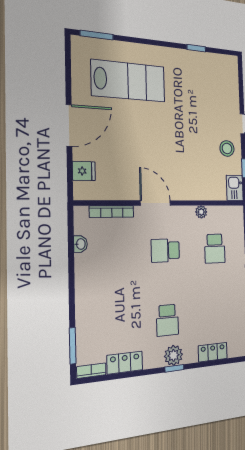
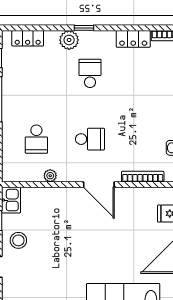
school desk: (215, 249) -> (36, 139), turned 180
locker: (213, 352) -> (28, 38), moved
plant: (173, 355) -> (69, 40), moved

